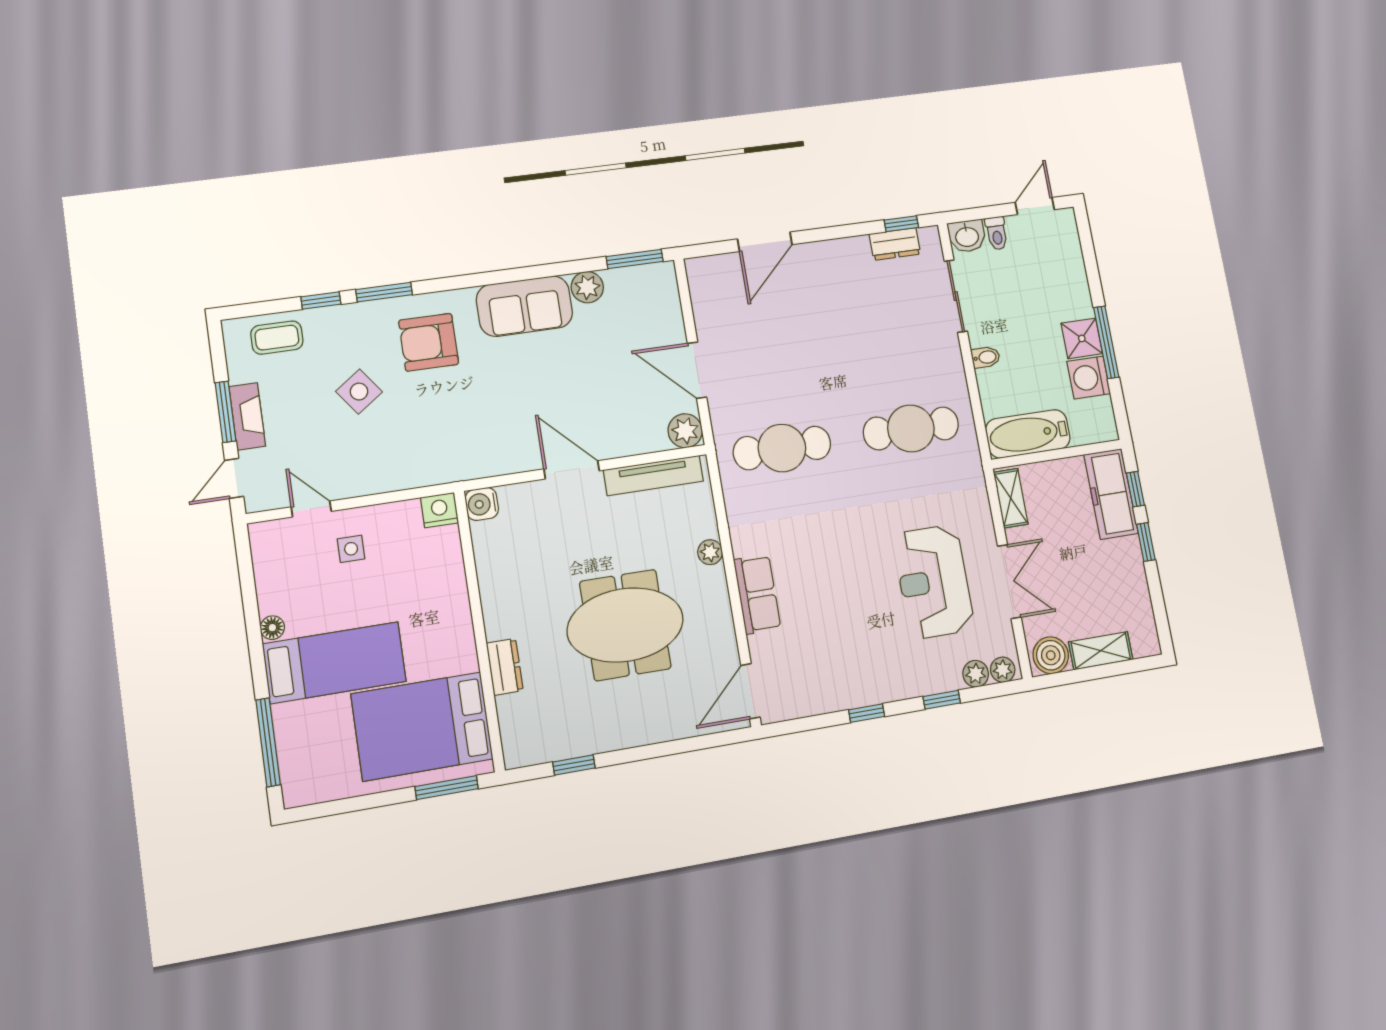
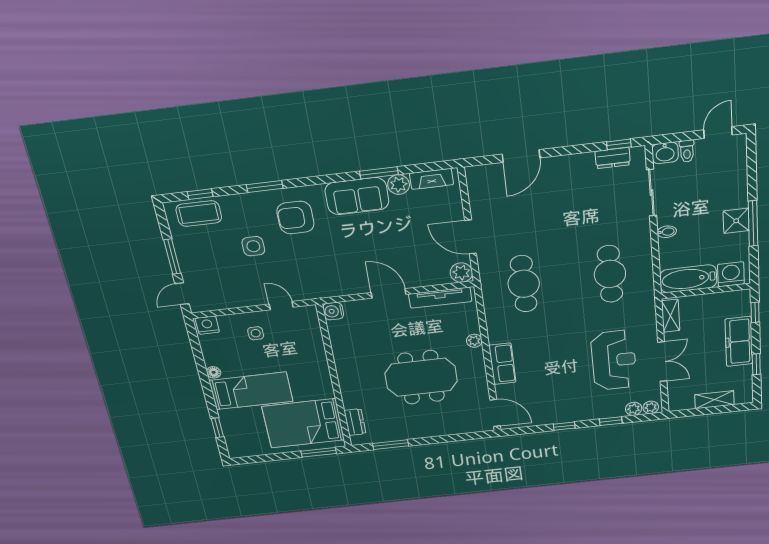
window: (635, 259) -> (379, 173), moved
window: (321, 301) -> (200, 194), moved
coffee table: (277, 338) -> (199, 214), width x1.36, depth x1.30
washing machine: (1089, 377) -> (731, 274), moved, turned 90
side table: (359, 392) -> (253, 246), turned 36
fireplace: (247, 416) -> (431, 179), moved, turned 90
cafe table: (911, 428) -> (610, 274), turned 90
cafe table: (782, 448) -> (524, 284), turned 90
freezer: (1111, 494) -> (739, 341), moved
door: (311, 509) -> (281, 306), moved
nightstand: (440, 510) -> (207, 325), moved
window: (1146, 542) -> (756, 364), moved
reception desk: (934, 582) -> (614, 360), turned 180
boiler: (1051, 655) -> (682, 401), removed
dresser: (505, 667) -> (355, 422), moved
door: (750, 691) -> (495, 413), swing flipped
window: (268, 742) -> (217, 428), width x0.46
window: (574, 765) -> (391, 445), width x1.50

